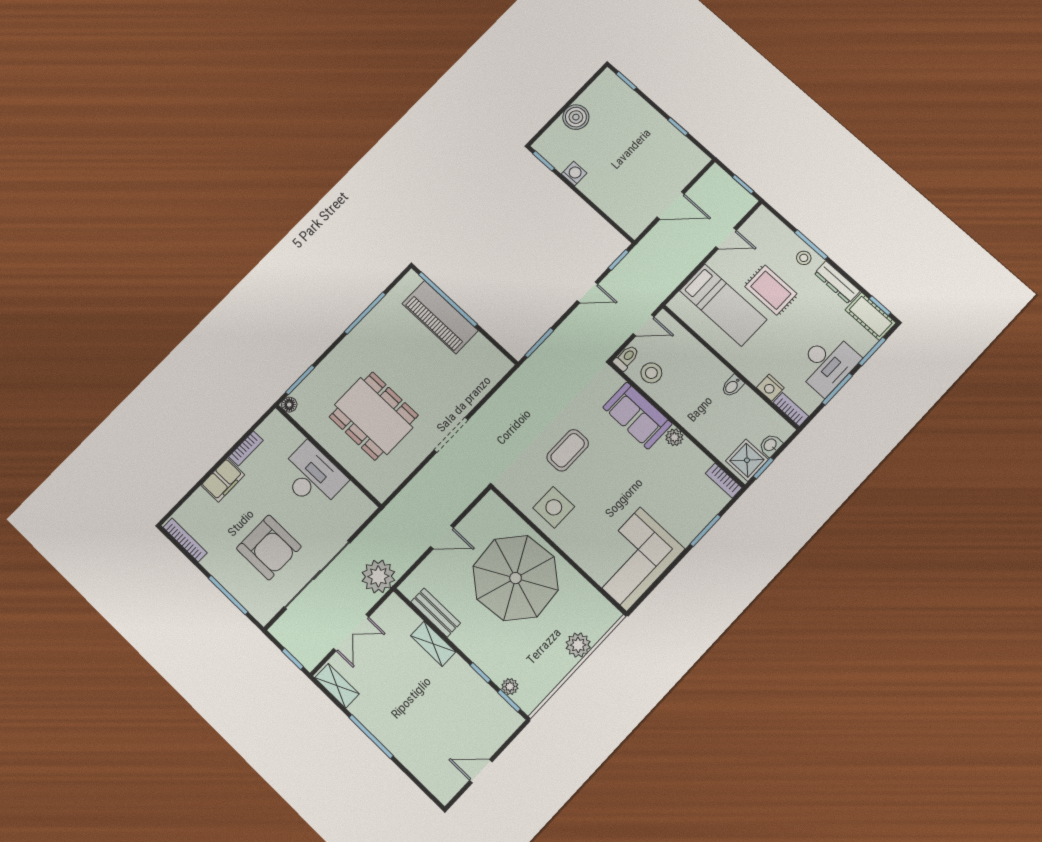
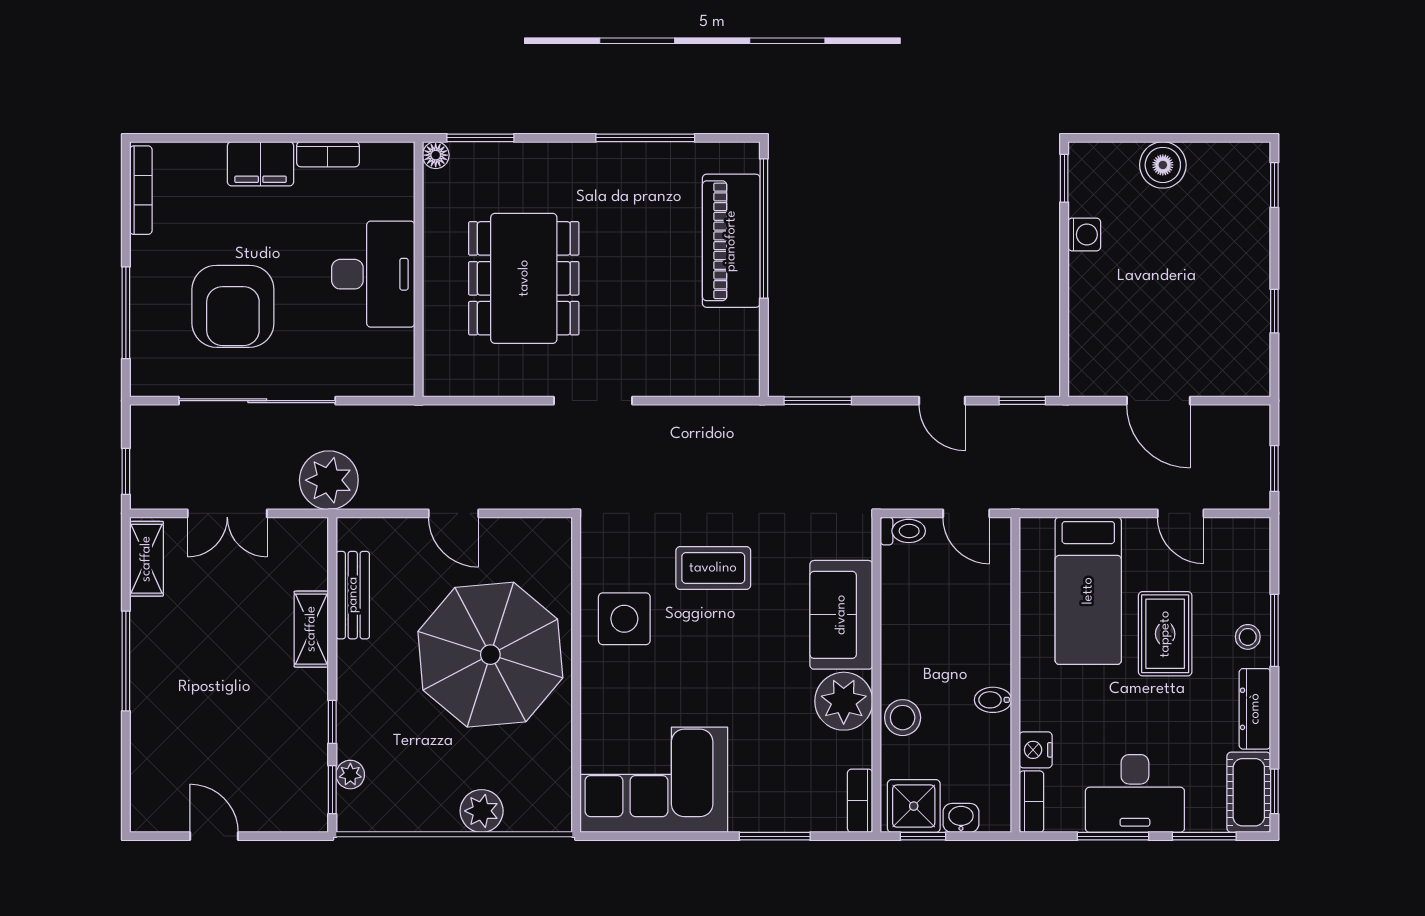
stool: (651, 373) -> (903, 718), moved
plant: (674, 437) -> (844, 701), width x1.87, depth x1.87

